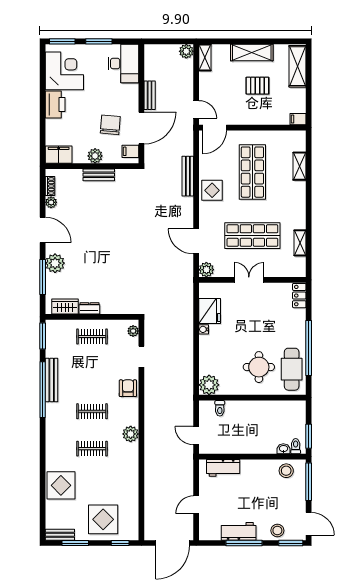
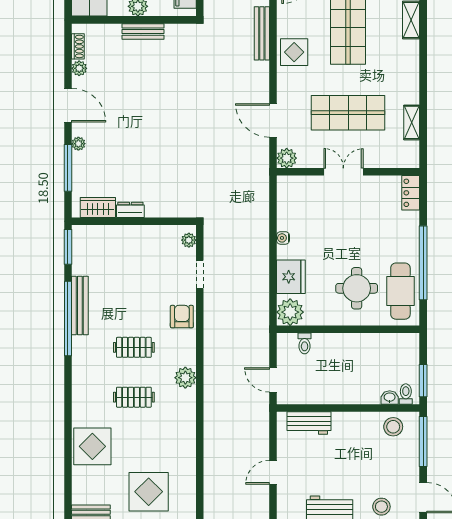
plant: (55, 263) -> (78, 144), width x0.53, depth x0.53
fridge: (210, 311) -> (291, 277), moved
clothes rail: (92, 337) -> (134, 248), removed

